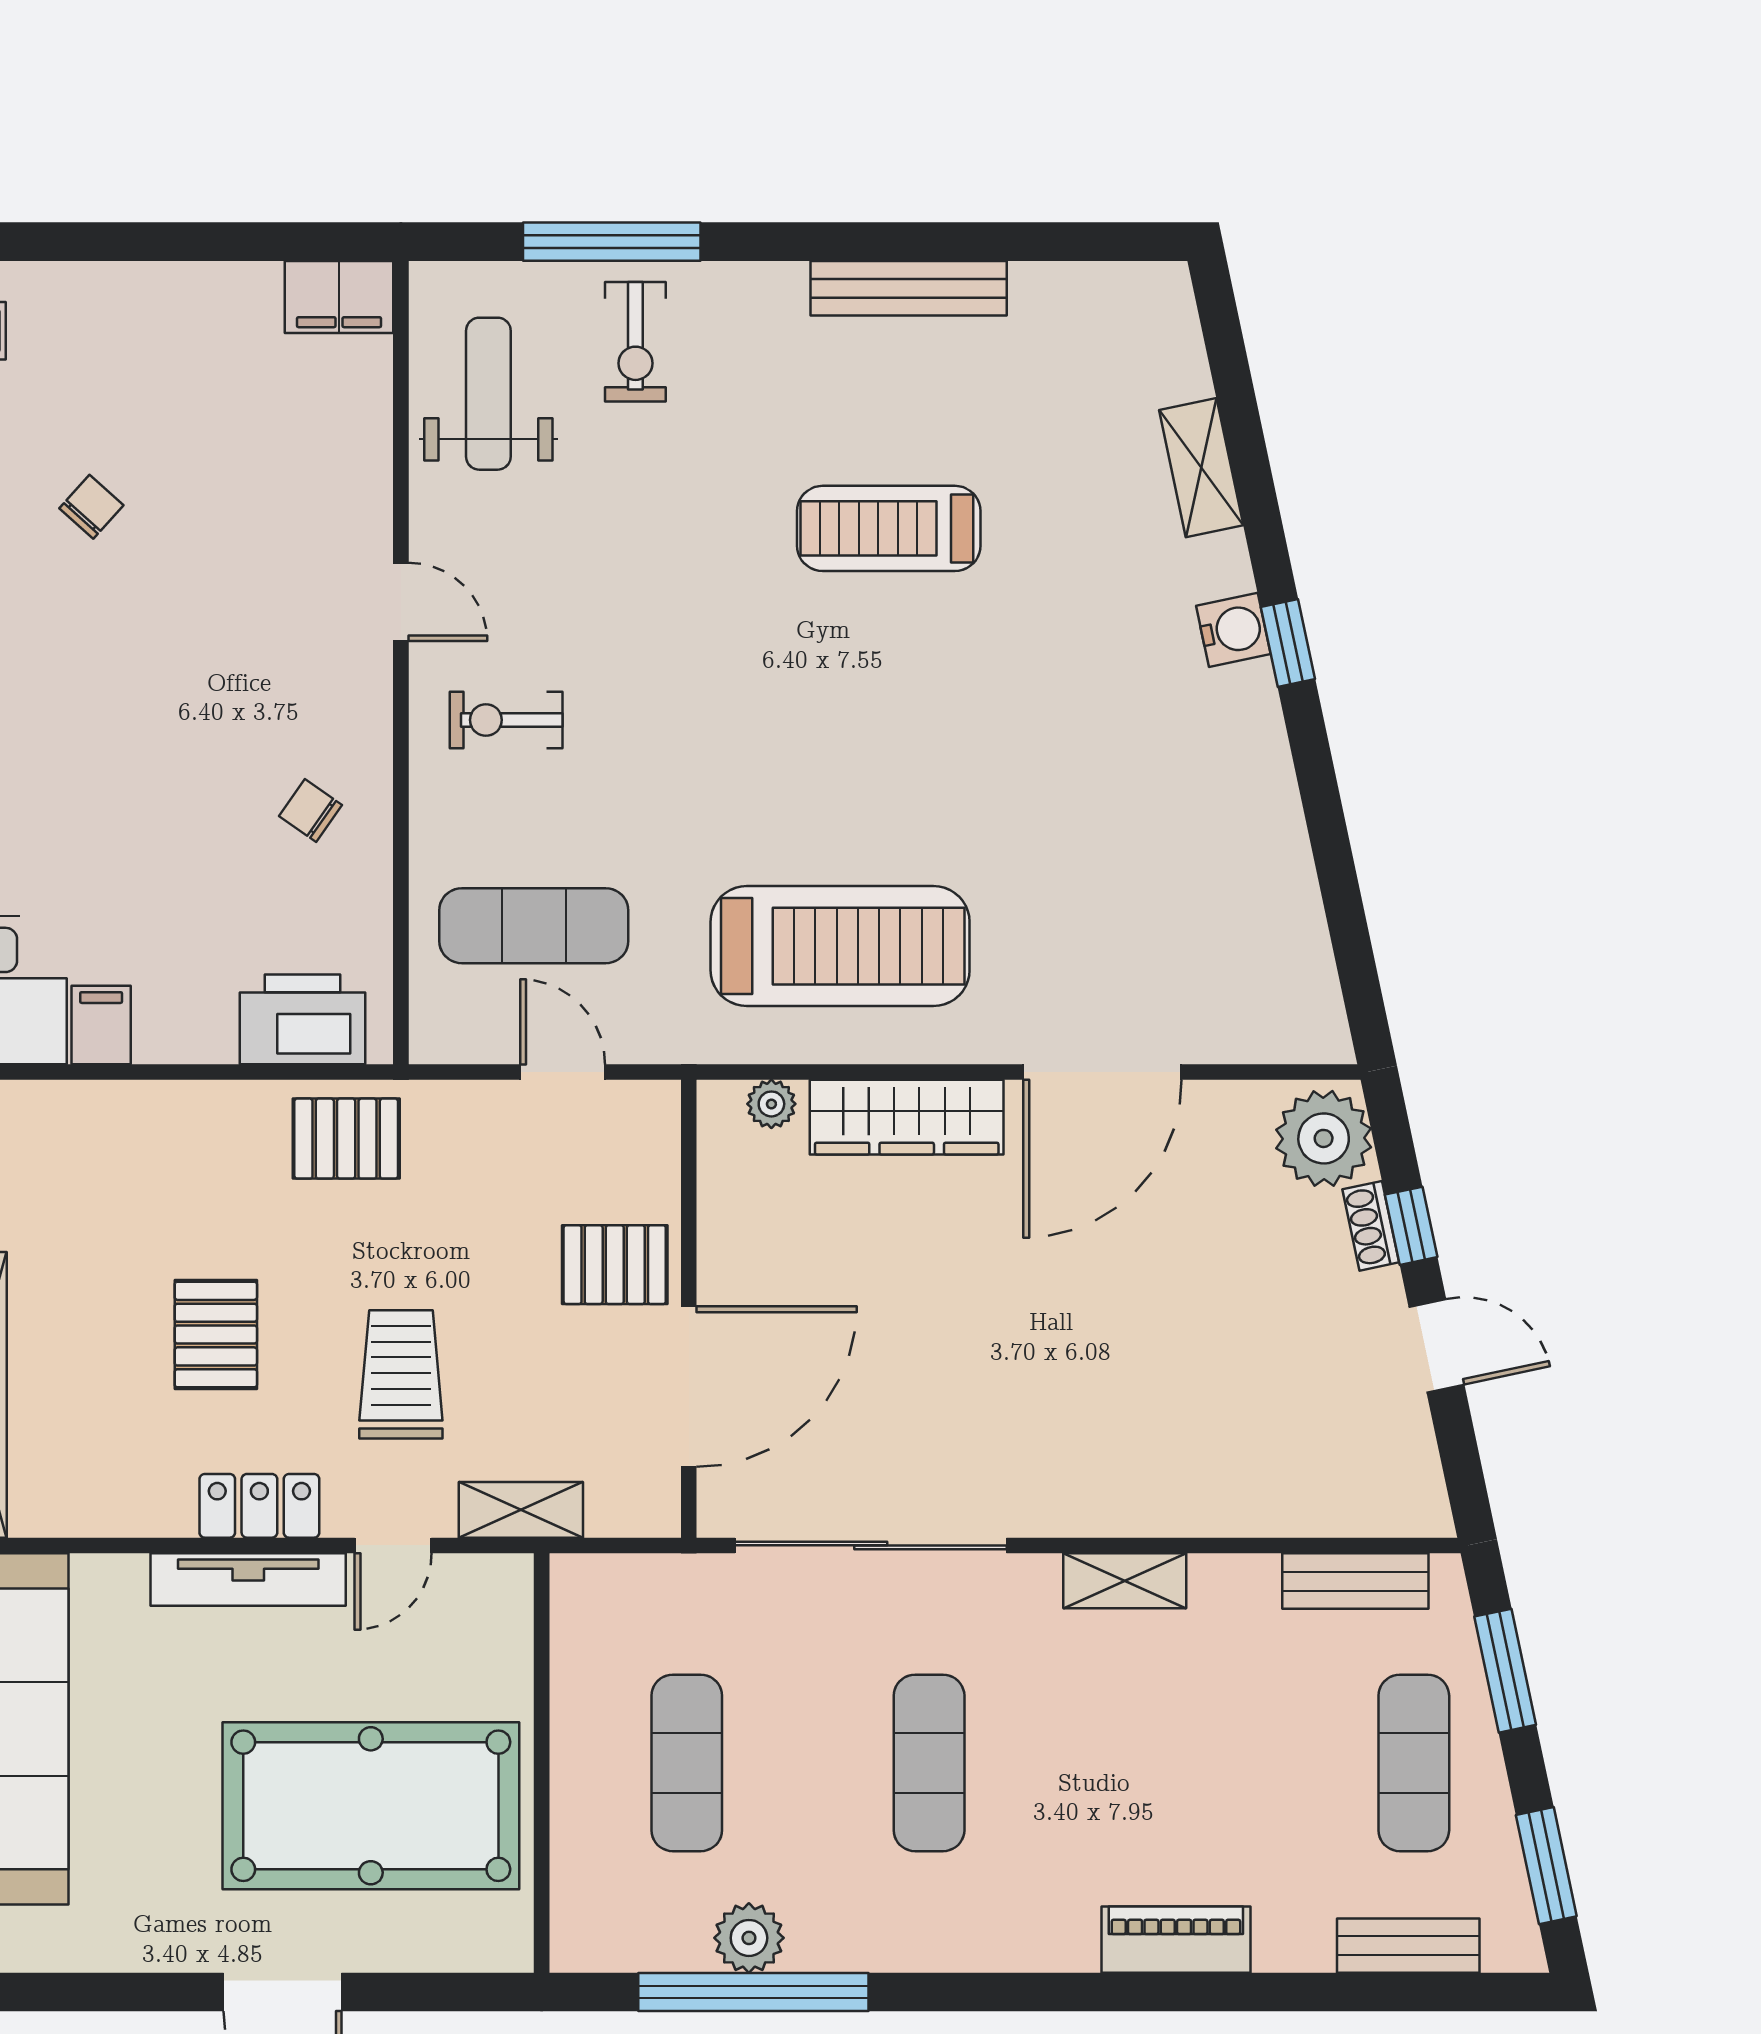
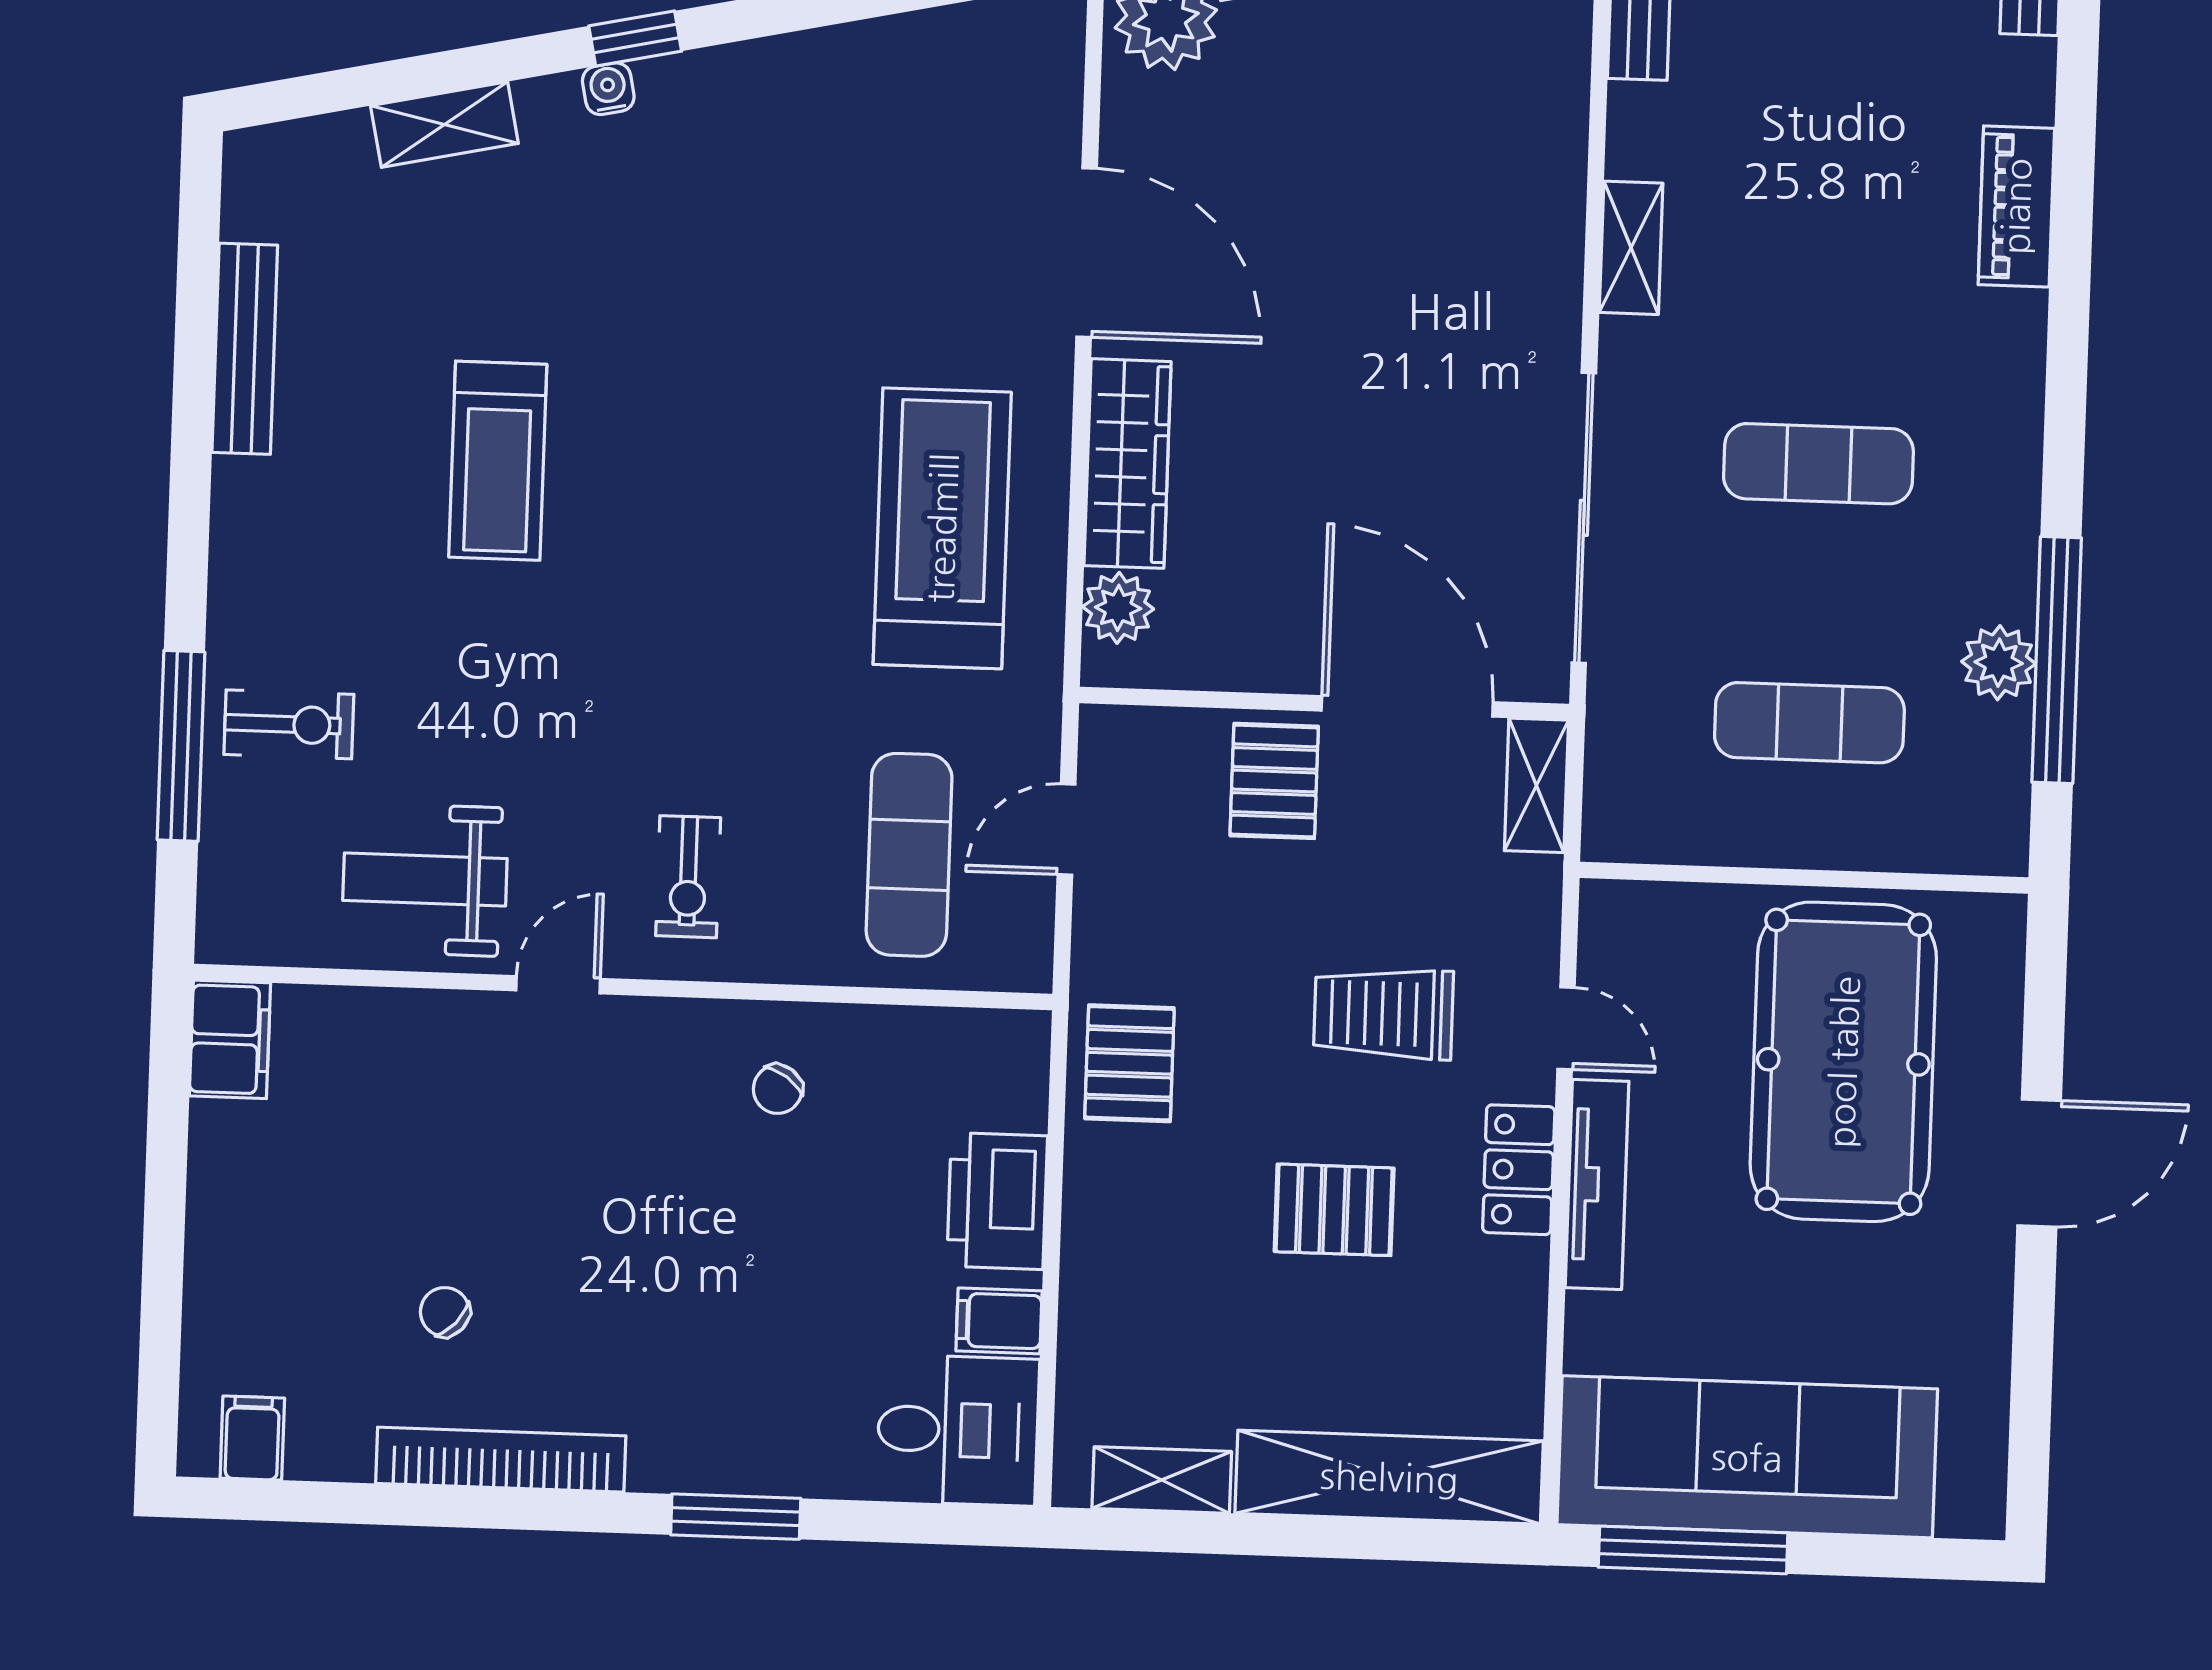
bench: (909, 288) -> (245, 349), moved
weight bench: (488, 394) -> (425, 879), moved
water cooler: (1233, 630) -> (608, 89), width x0.72, depth x0.72
printer: (303, 1019) -> (997, 1201), moved
plant: (771, 1104) -> (1118, 608), width x1.38, depth x1.38
shelving: (521, 1510) -> (1536, 785), moved

